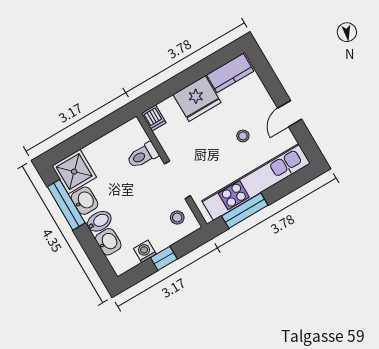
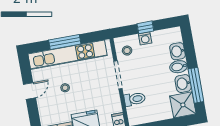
window: (245, 211) -> (65, 42), moved
washing machine: (145, 251) -> (145, 38), moved

